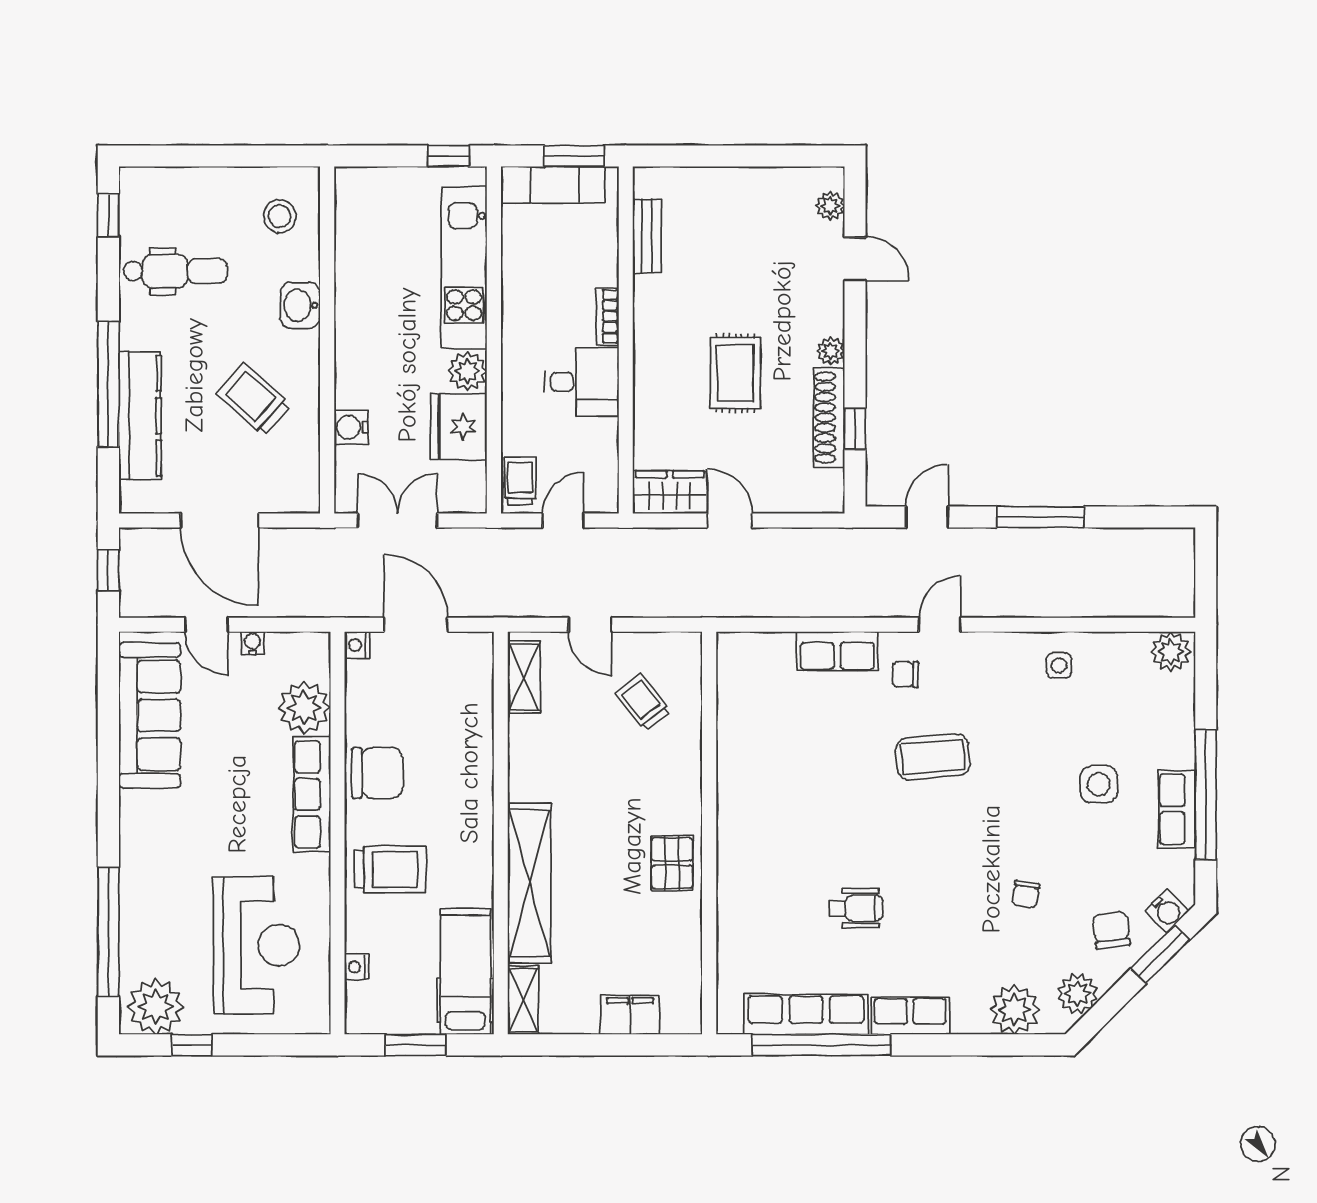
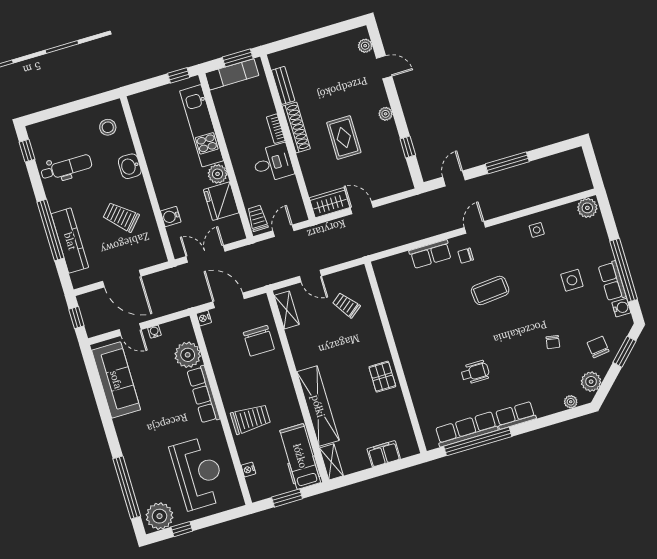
shoe rack: (829, 418) -> (296, 127), moved, turned 180
chair: (377, 773) -> (259, 341), moved, turned 90
water cooler: (1167, 911) -> (621, 308), moved, turned -45
plant: (1014, 1010) -> (571, 402), width x0.53, depth x0.53

